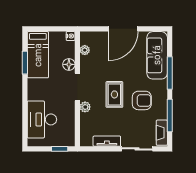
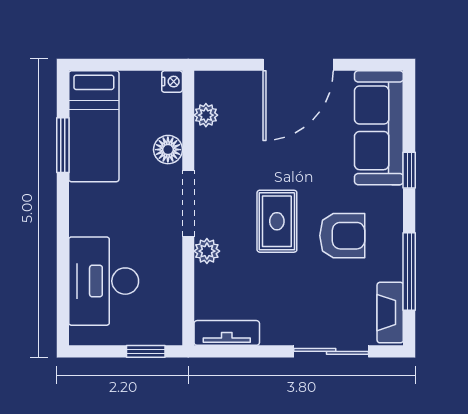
window: (170, 73) -> (409, 170), width x0.46
tv unit: (107, 141) -> (227, 333), moved

